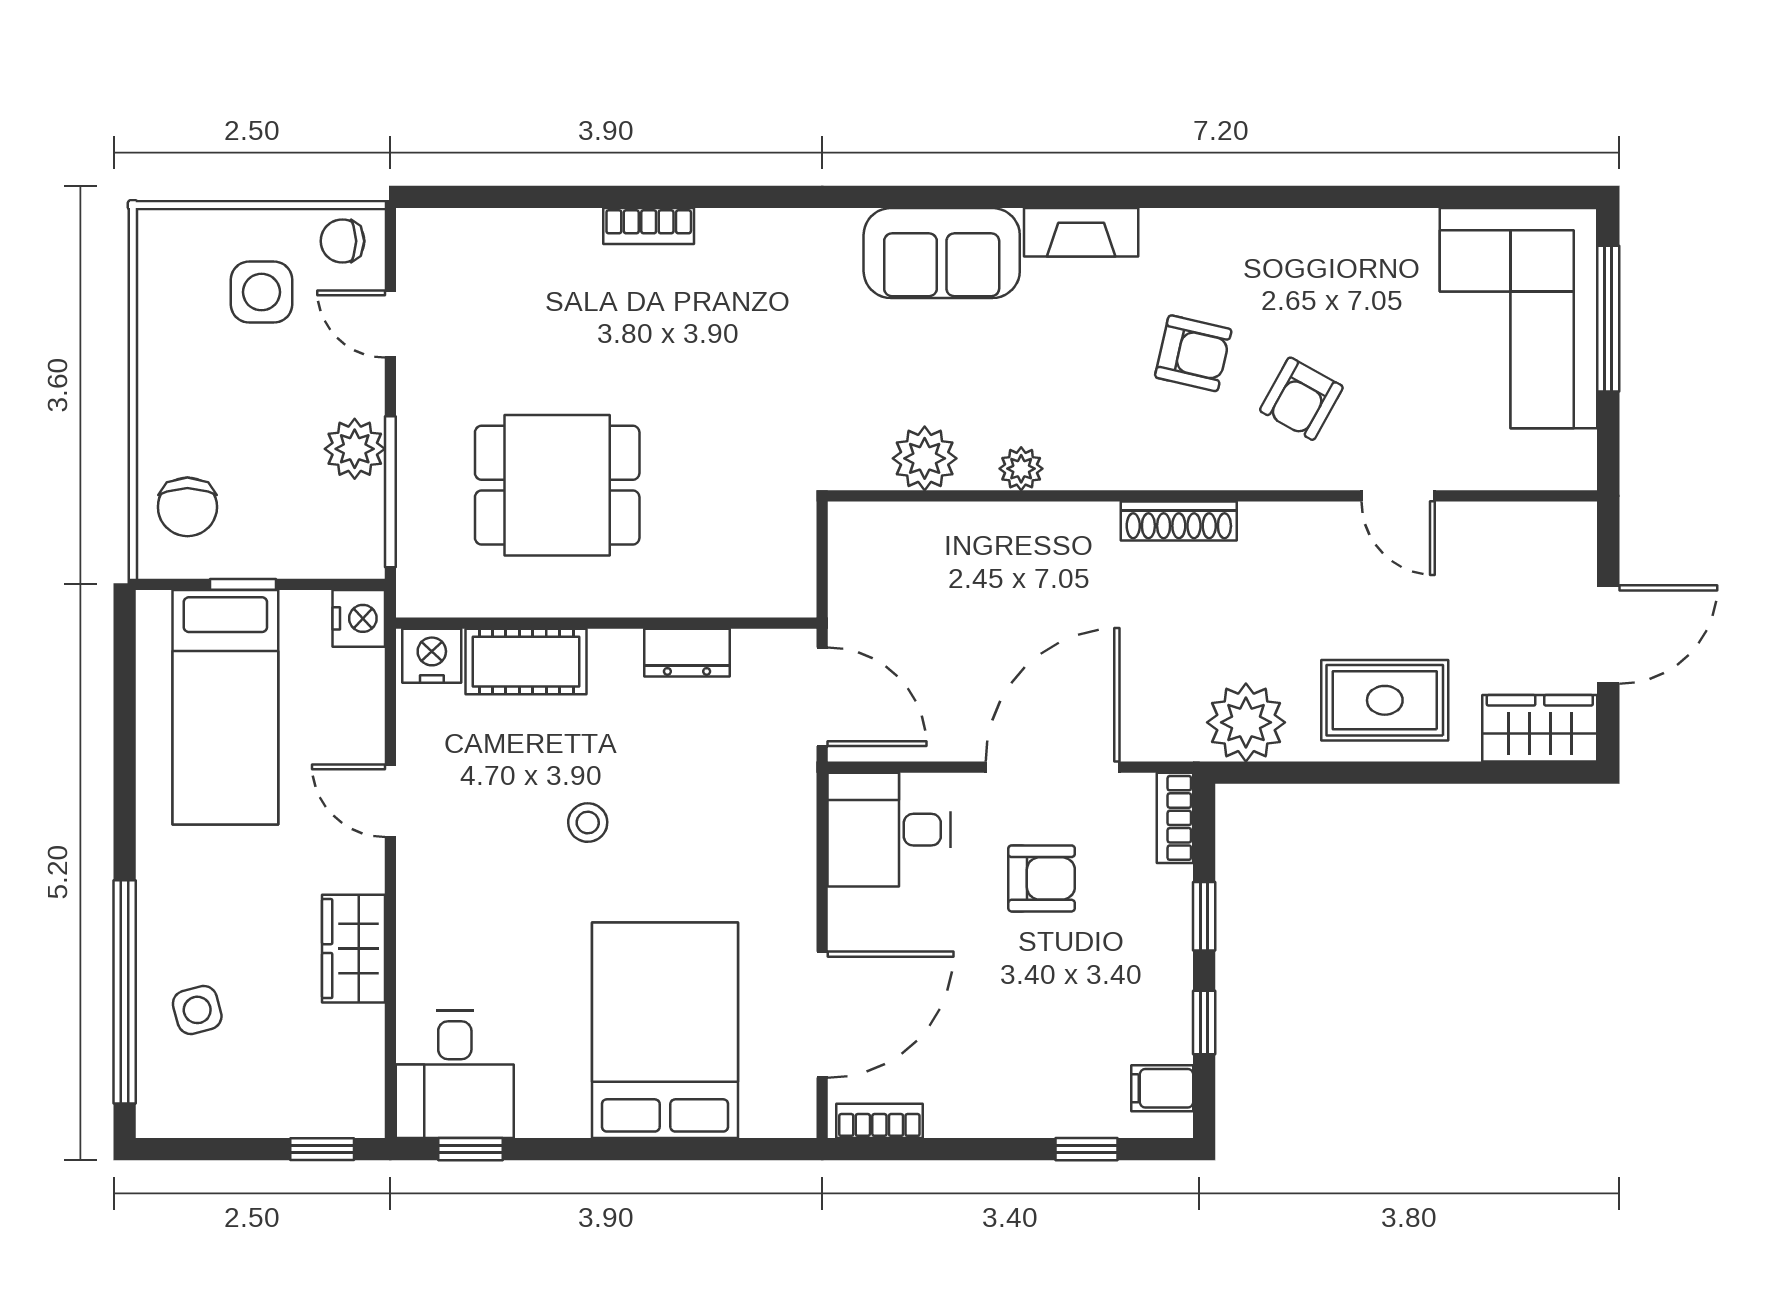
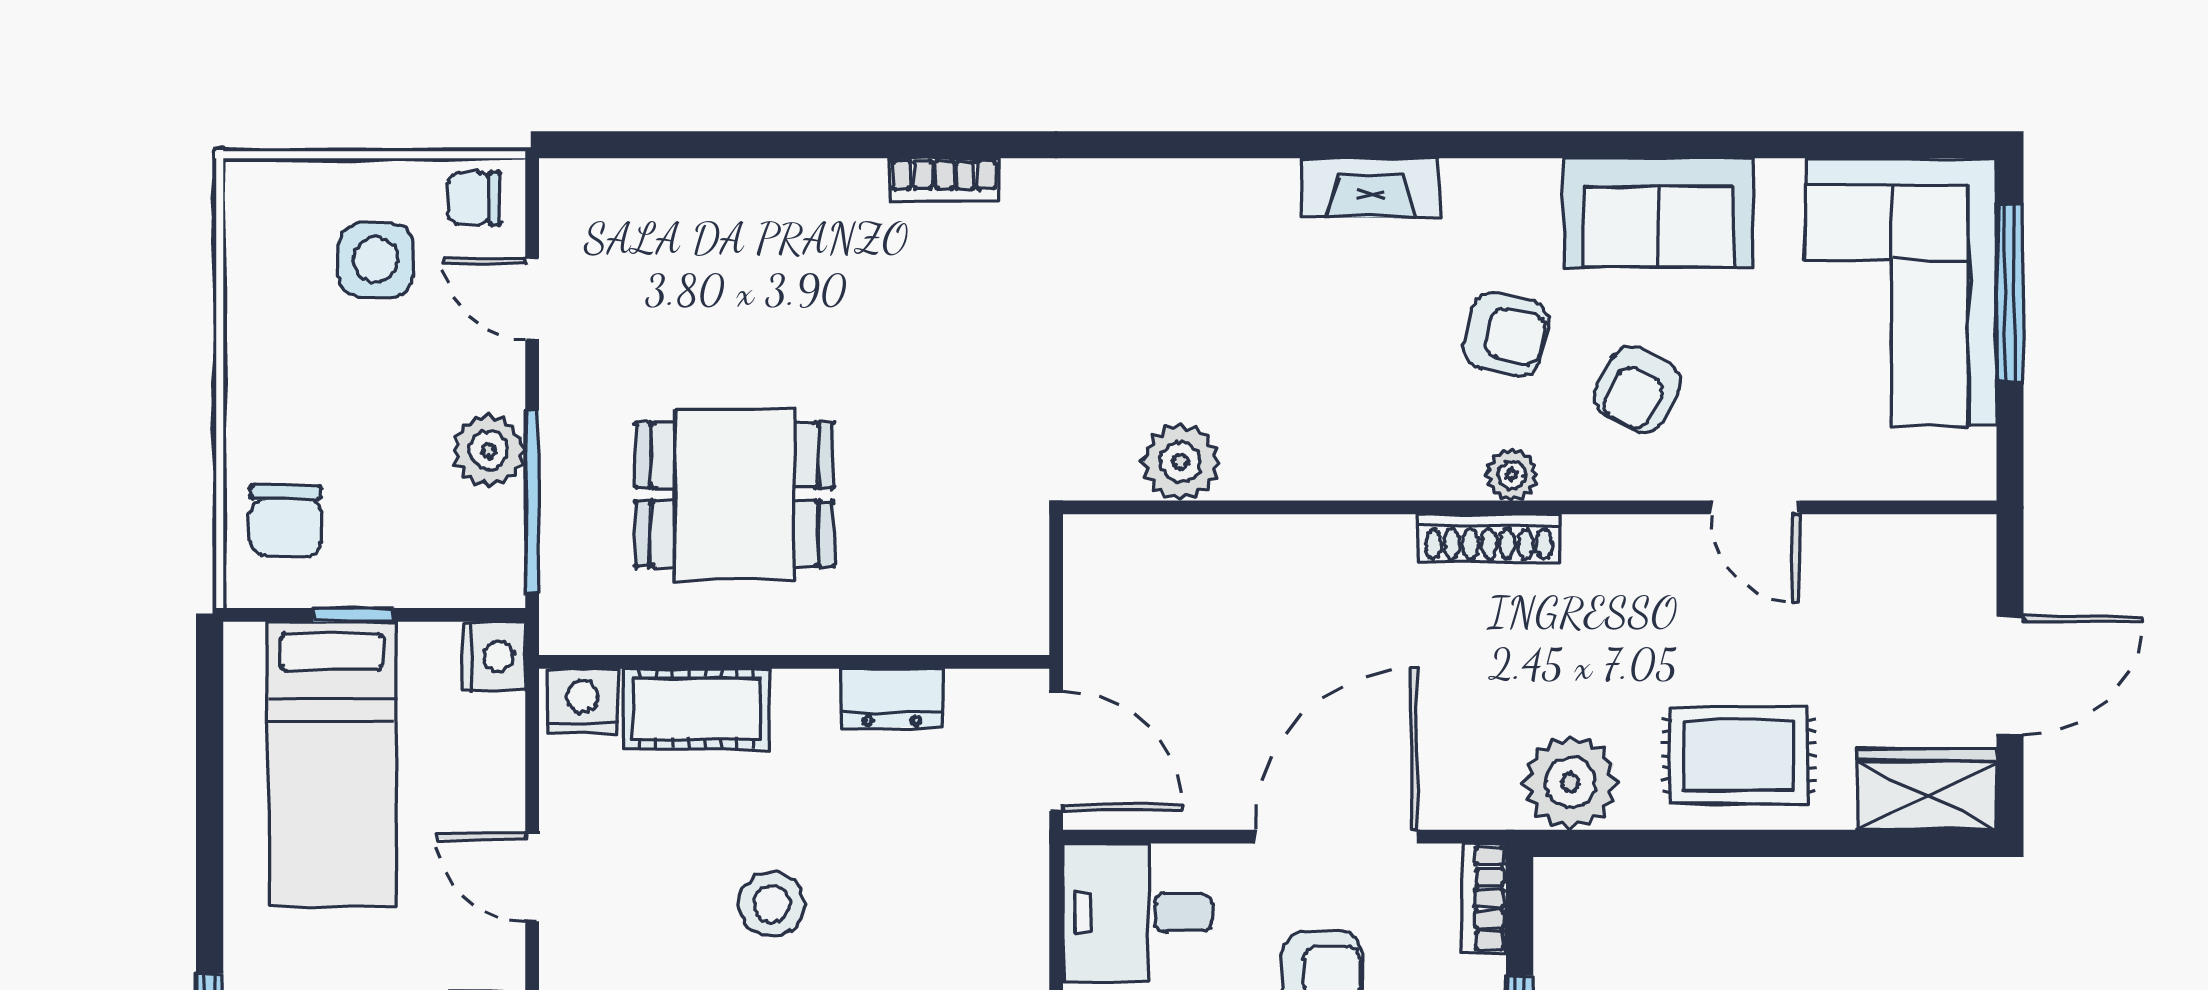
bookcase: (649, 226) -> (944, 180), moved
sofa: (942, 253) -> (1659, 213), moved
plant: (1021, 469) -> (1512, 474), moved
stool: (588, 823) -> (772, 904), width x1.37, depth x1.37

